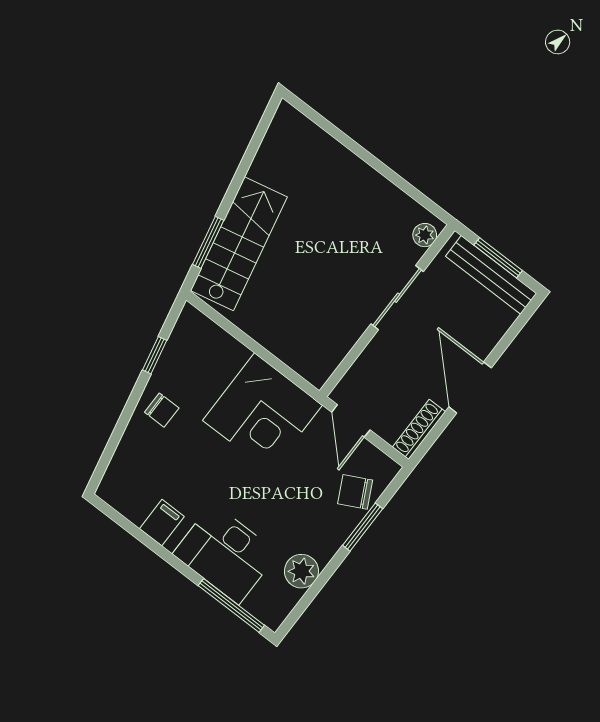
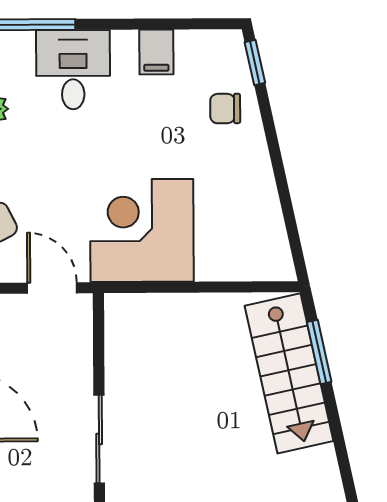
window: (155, 355) -> (255, 63), moved
chair: (162, 410) -> (225, 109), moved
desk: (225, 554) -> (73, 70), width x0.73

